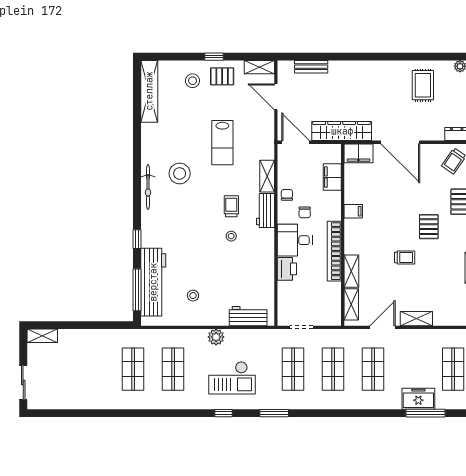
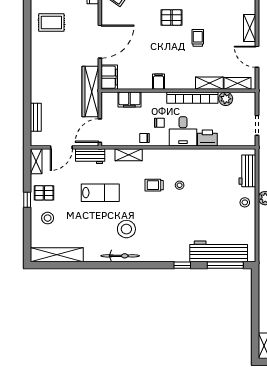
pallet: (222, 76) -> (44, 193), turned 90
bicycle: (148, 187) -> (120, 256), moved
workbench: (265, 211) -> (90, 156), moved
plant: (333, 290) -> (226, 99), added
stool: (193, 296) -> (245, 202), moved

